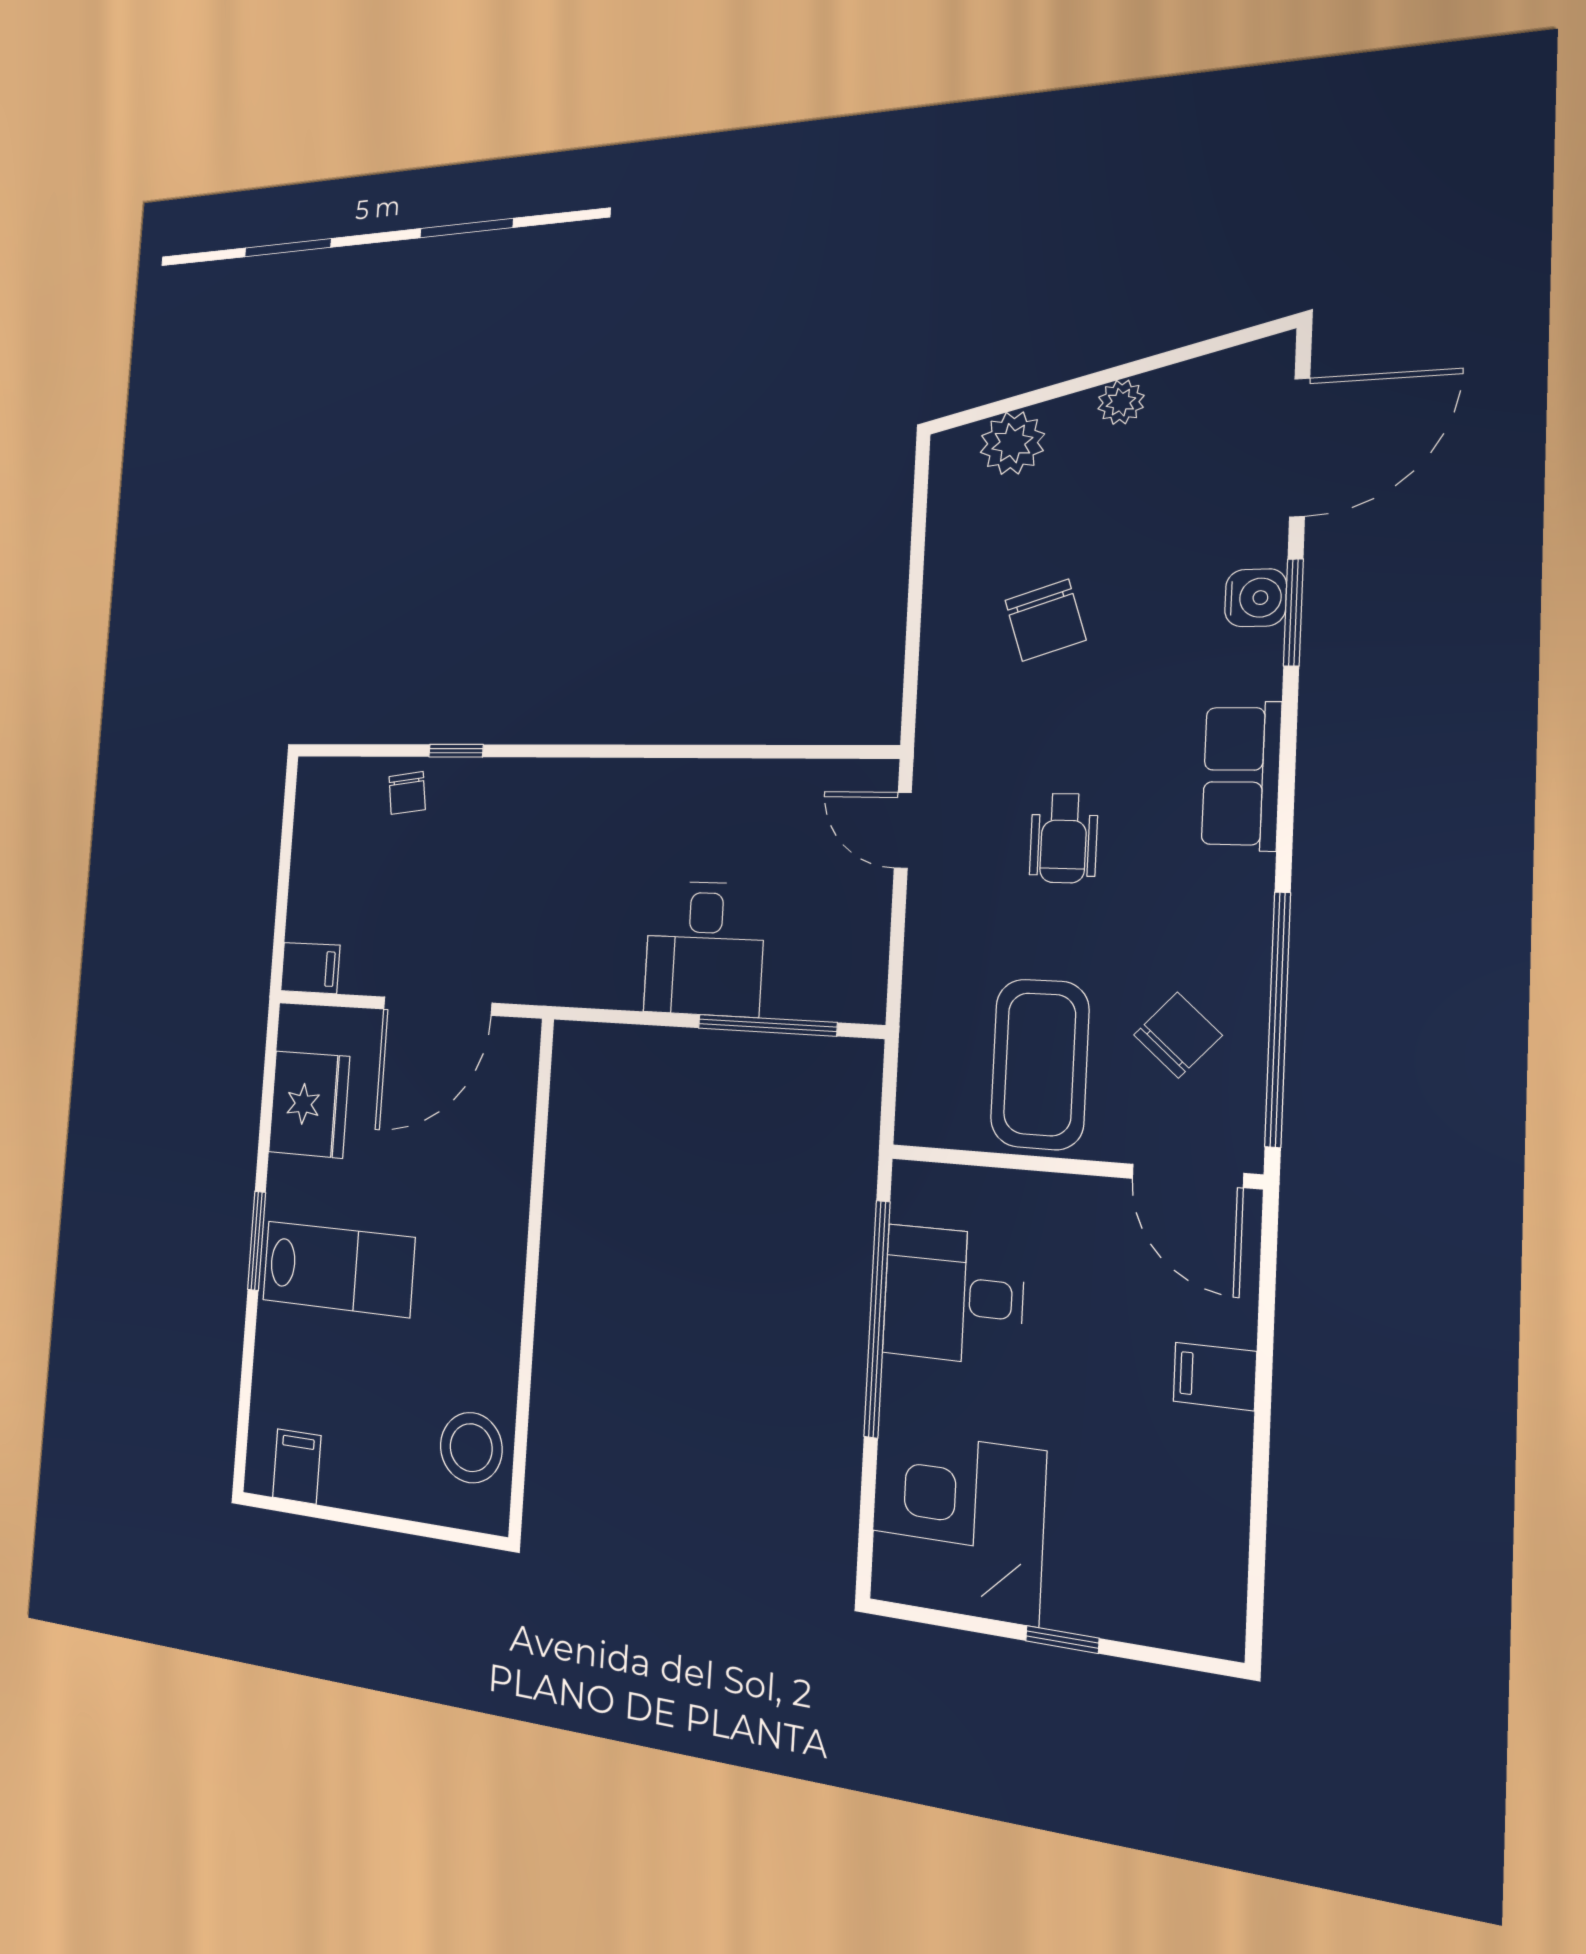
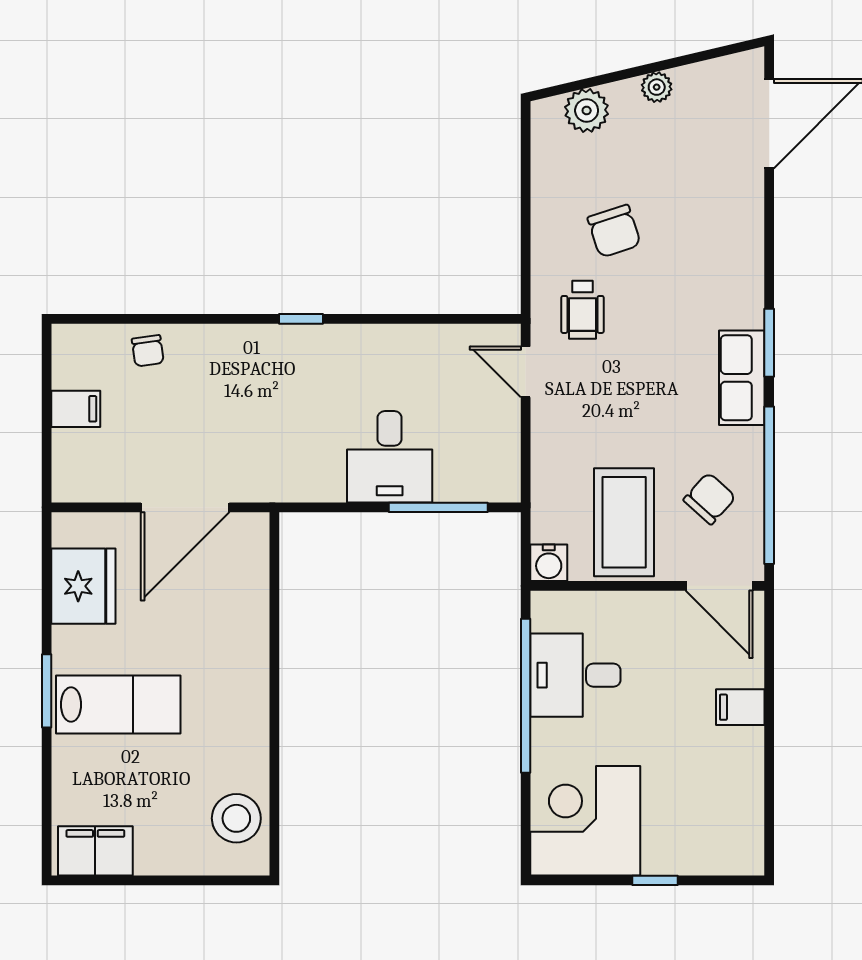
water cooler: (1256, 598) -> (549, 563), moved, turned 90
window: (1293, 612) -> (769, 343), moved
window: (456, 751) -> (301, 319), moved
row of seats: (1241, 776) -> (742, 378), moved
wheelchair: (1064, 838) -> (582, 310), moved
filing cabinet: (310, 968) -> (76, 409), moved
filing cabinet: (297, 1466) -> (95, 851), width x2.00

